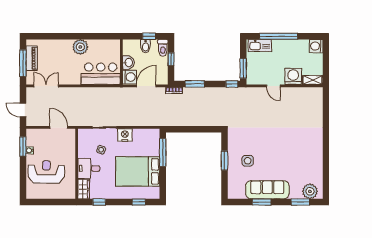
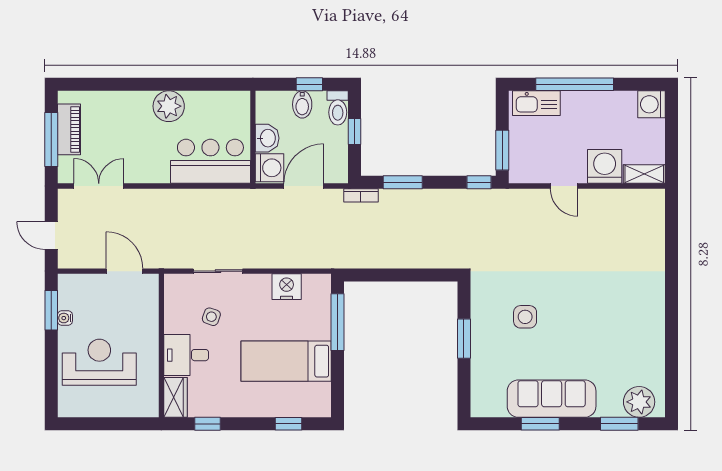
nightstand: (125, 135) -> (287, 287), moved
side table: (248, 161) -> (525, 317), moved
bed: (138, 171) -> (286, 361), width x0.67

